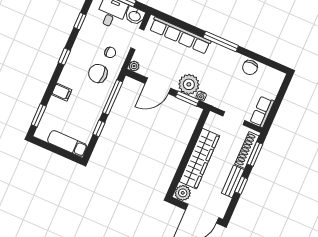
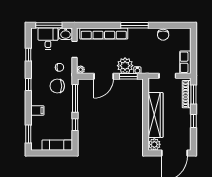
bench: (233, 181) -> (186, 121), removed

